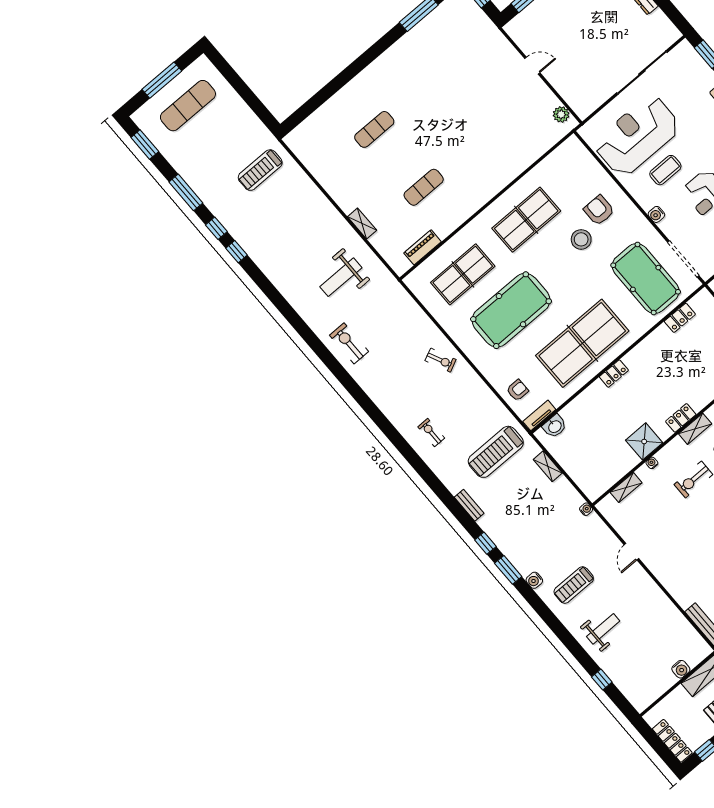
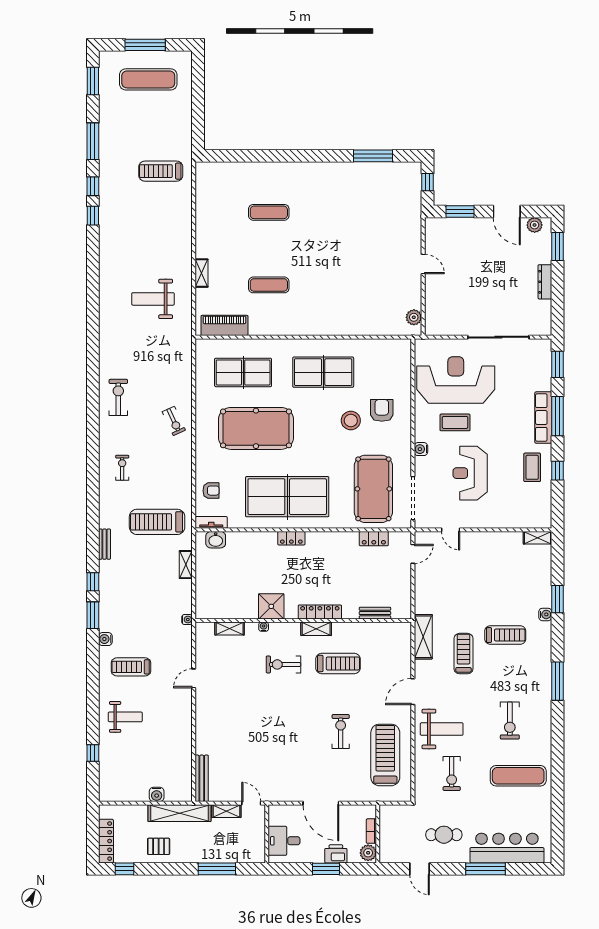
piano: (423, 247) -> (224, 325), width x1.37, depth x1.33
exercise bike: (349, 343) -> (118, 397), moved
locker: (681, 418) -> (320, 612), width x1.53

